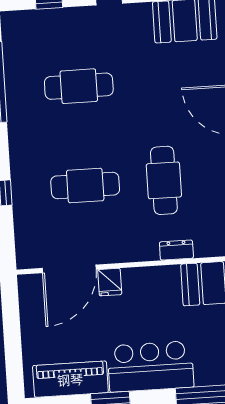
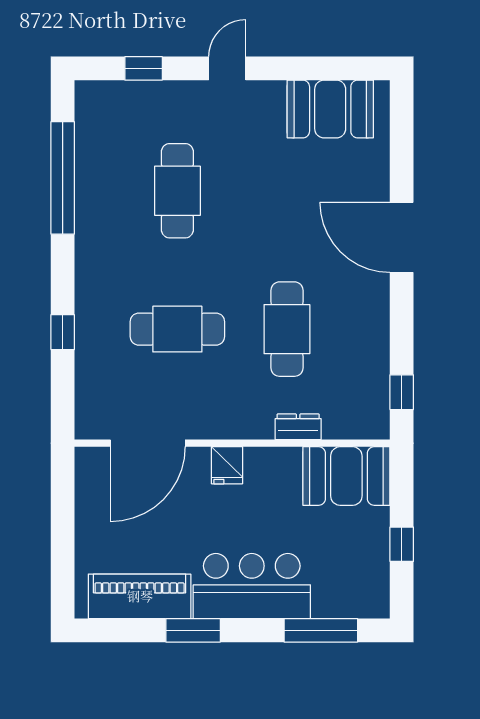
cafe table: (79, 86) -> (177, 191), turned 90
fridge: (110, 282) -> (227, 465), moved

